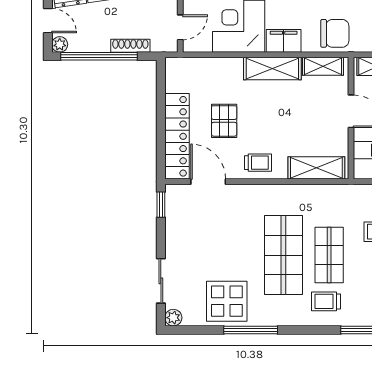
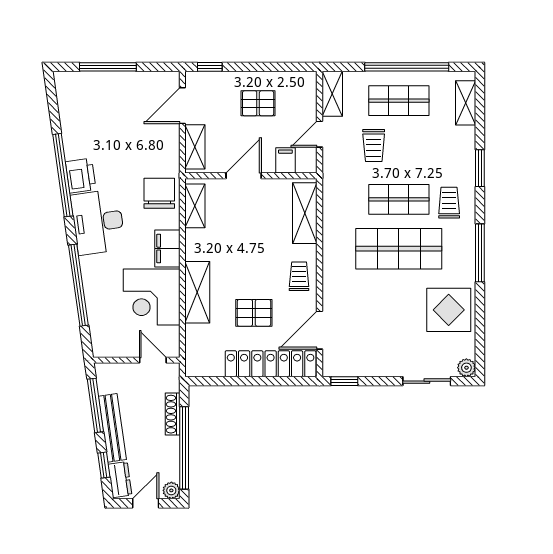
shelving: (272, 69) -> (197, 292), moved
trolley: (326, 301) -> (449, 203), turned 180
window: (251, 330) -> (480, 253), moved

